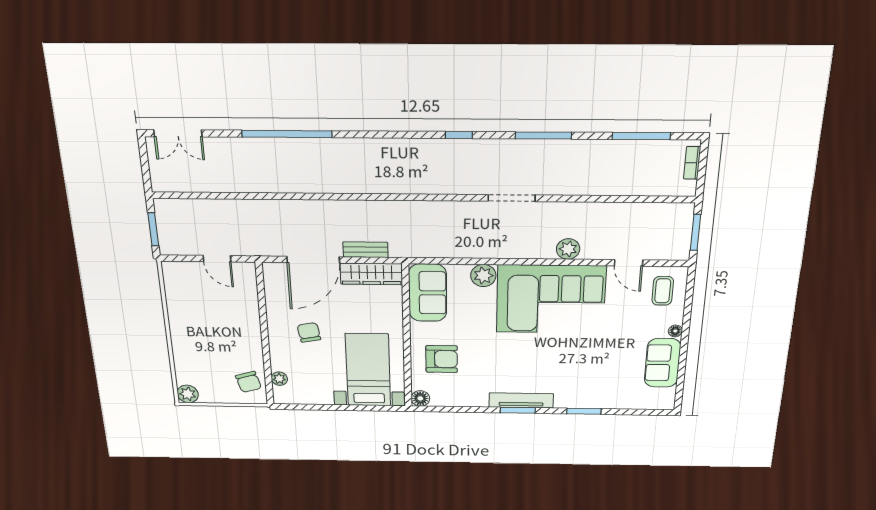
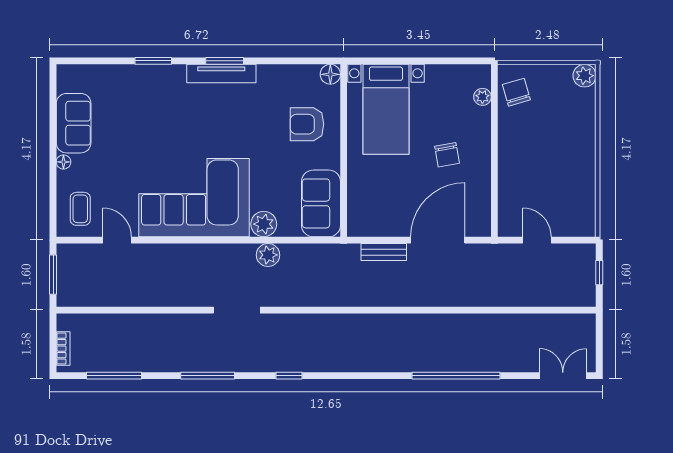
window: (153, 229) -> (599, 273), width x0.67
plant: (568, 249) -> (268, 255), moved
wardrobe: (371, 274) -> (379, 225), removed

